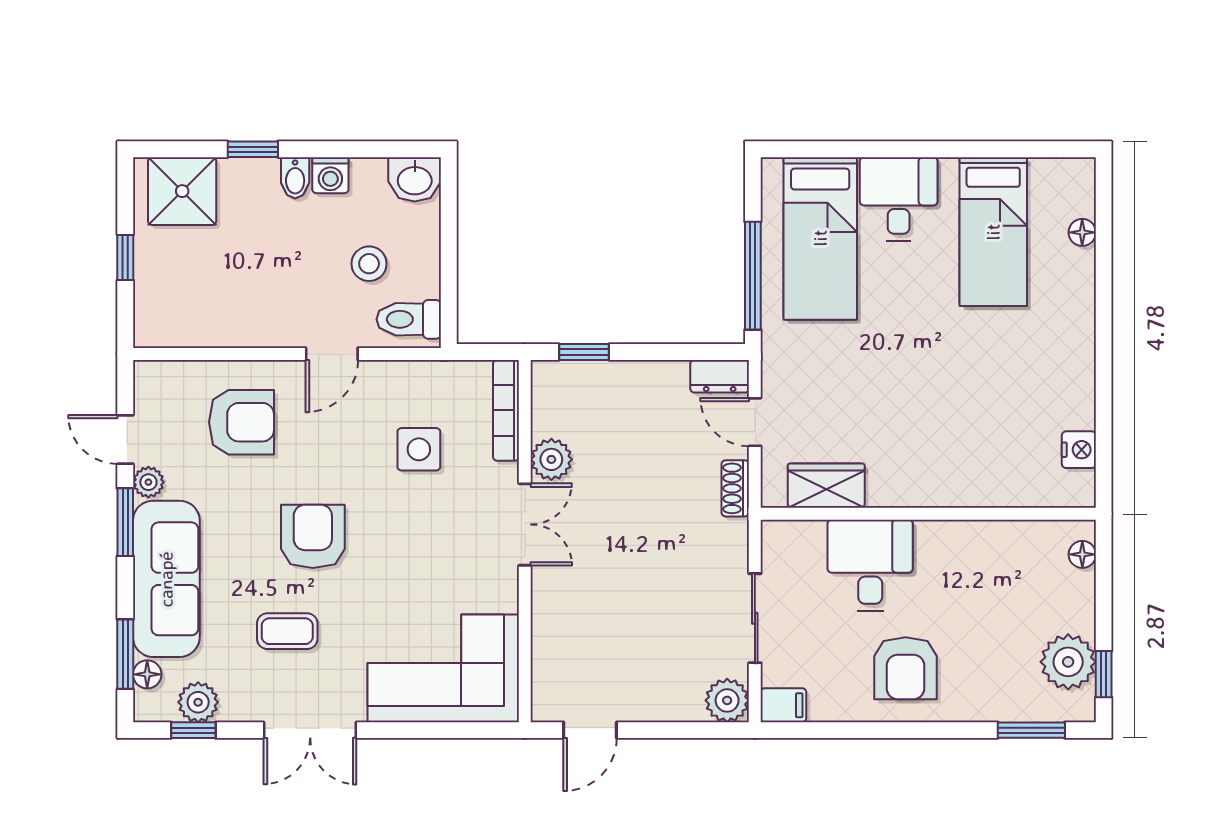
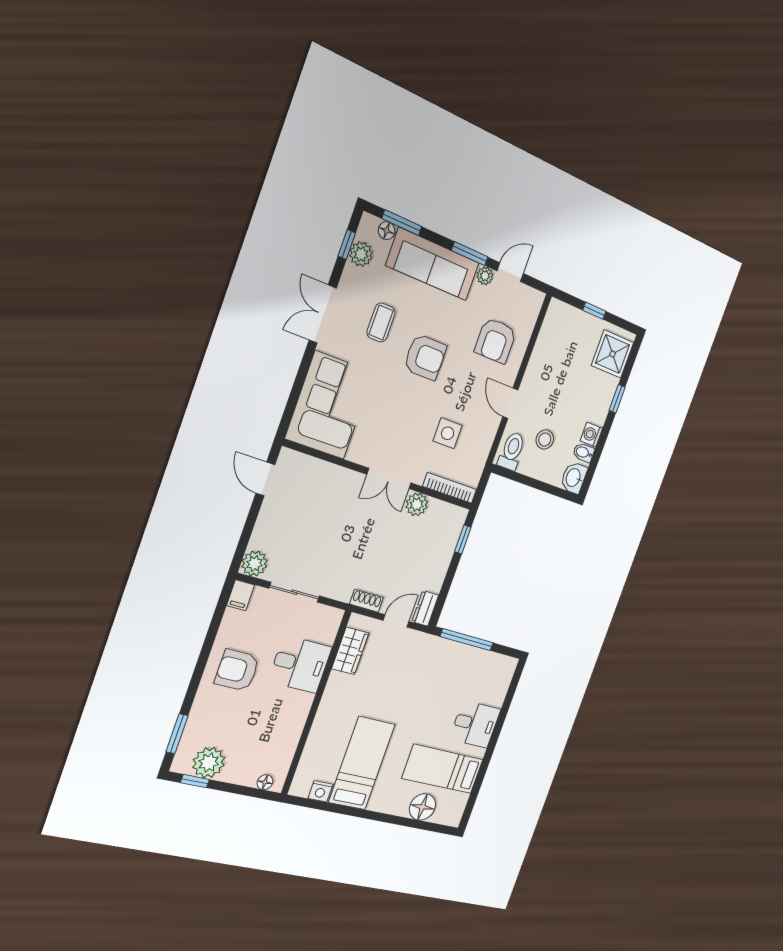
bidet: (295, 178) -> (584, 453), moved
floor lamp: (1082, 232) -> (422, 807), width x1.89, depth x1.89
bed: (820, 238) -> (362, 763), moved, turned 90

